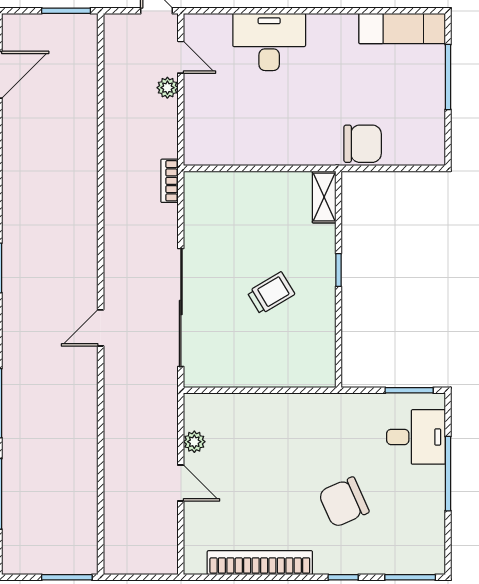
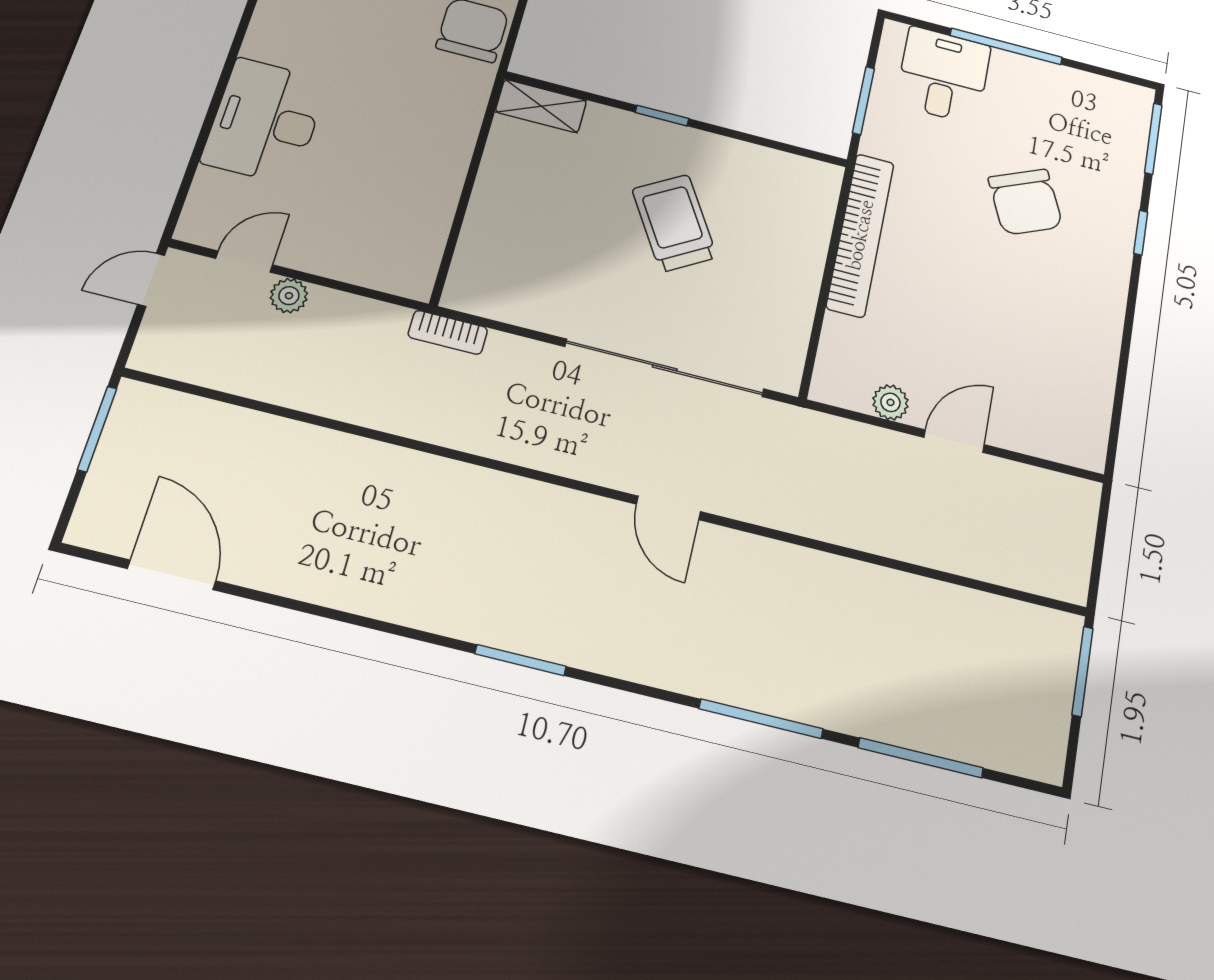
trolley: (271, 293) -> (674, 223), width x1.36, depth x1.39
window: (409, 390) -> (863, 100), moved
bookcase: (260, 563) -> (860, 235), moved, turned 180

